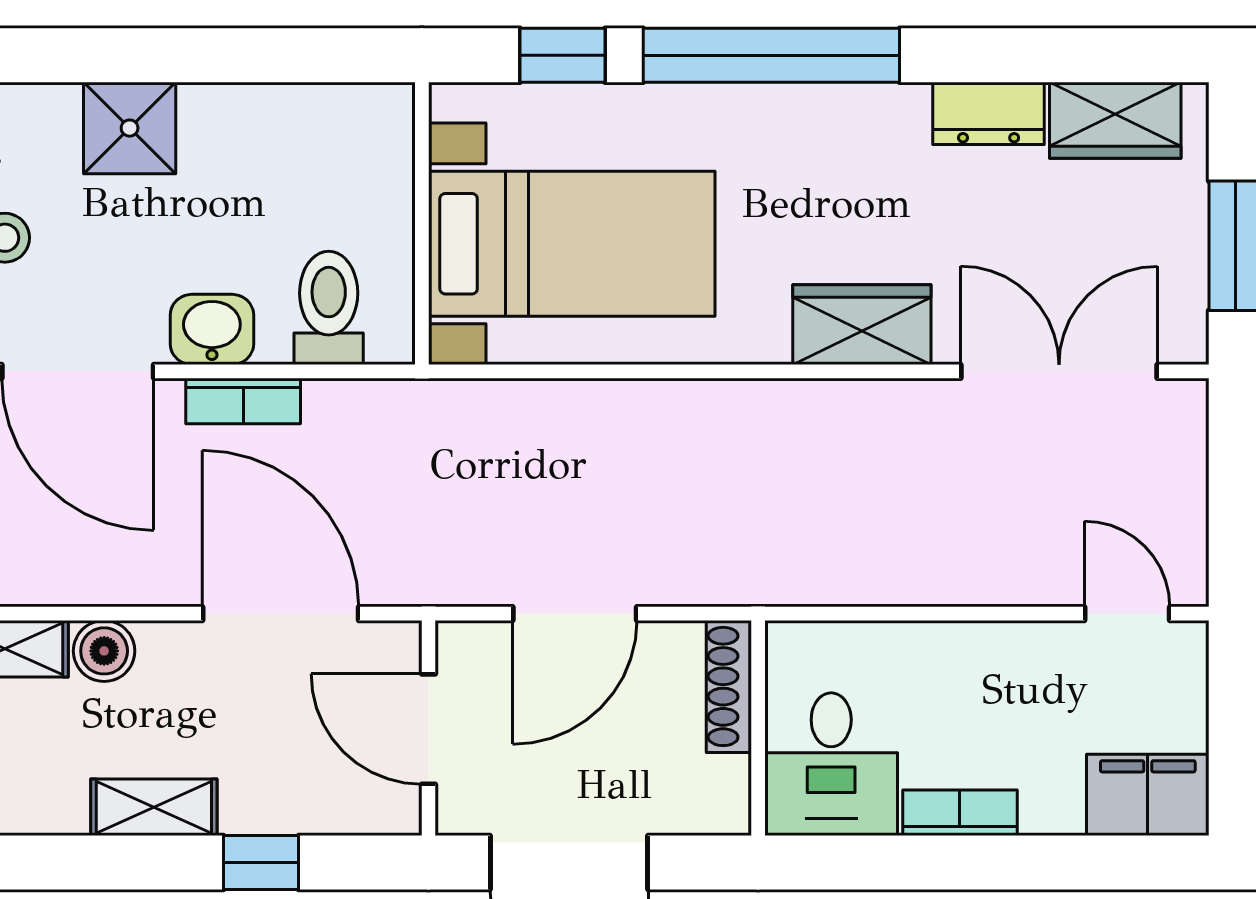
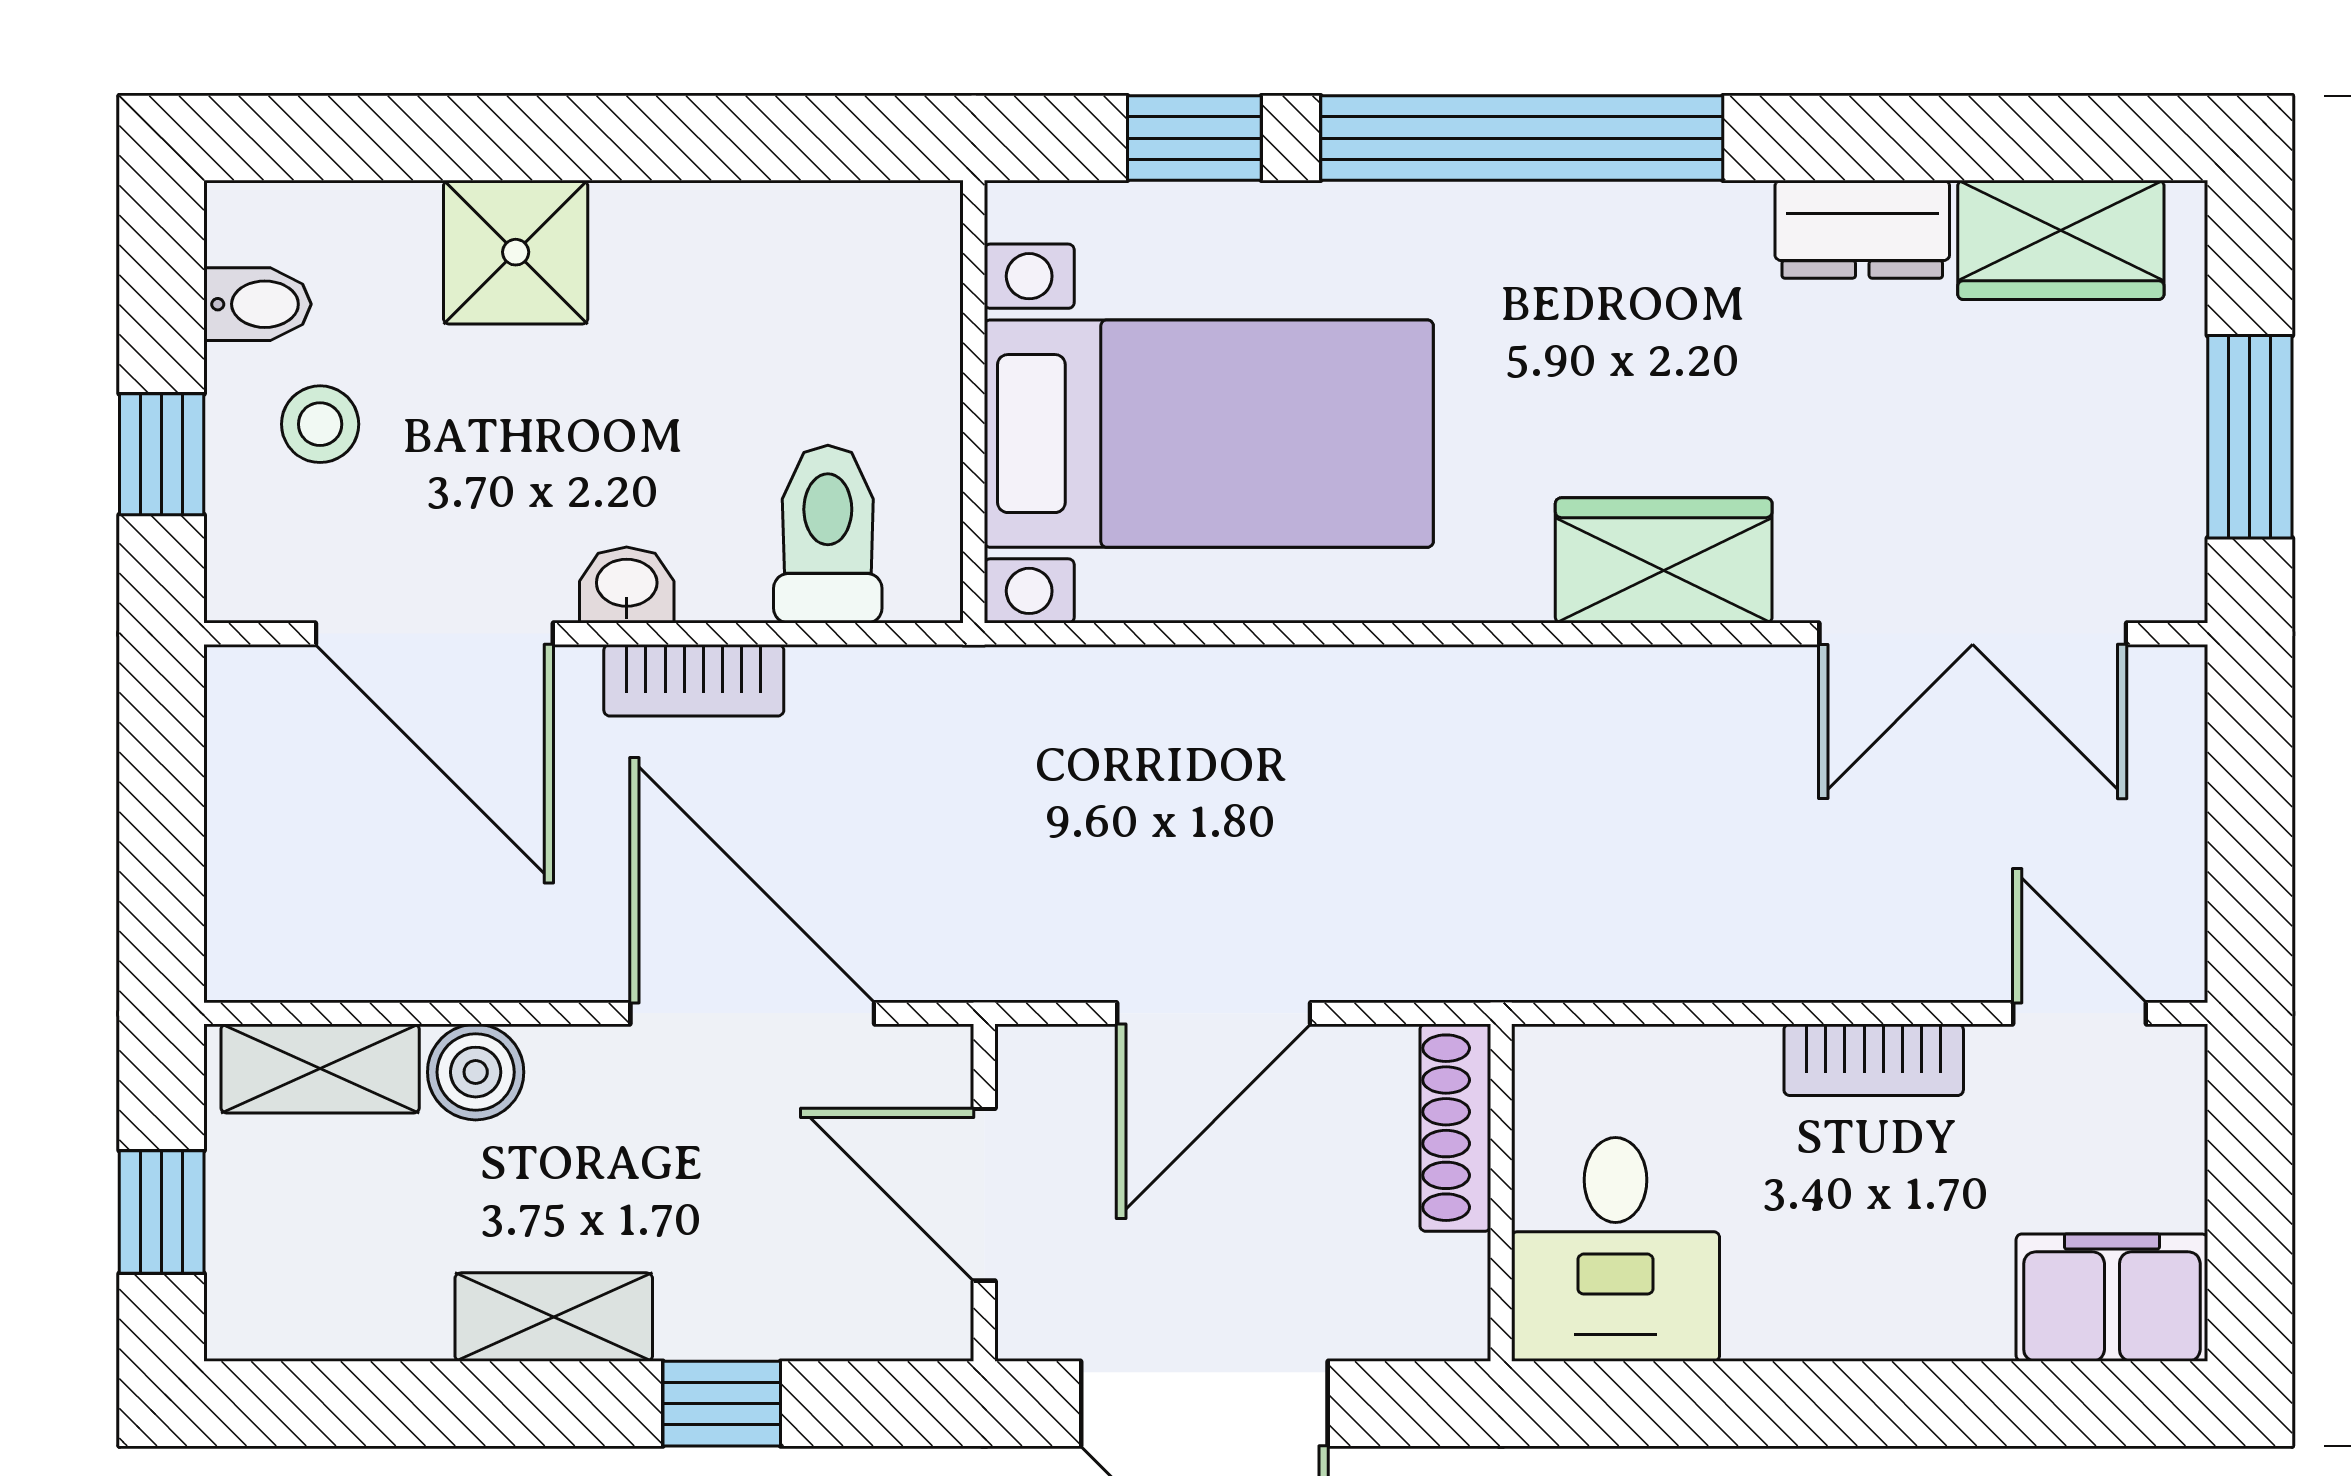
washbasin: (212, 329) -> (627, 585), width x0.72, depth x0.69
double door: (1059, 371) -> (1973, 634), swing flipped
bookcase: (960, 813) -> (1874, 1060), moved, turned 180

